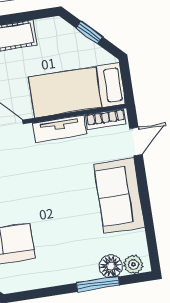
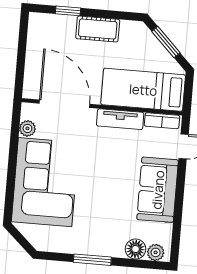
window: (89, 32) -> (166, 42), width x1.50
window: (98, 284) -> (92, 260), moved

